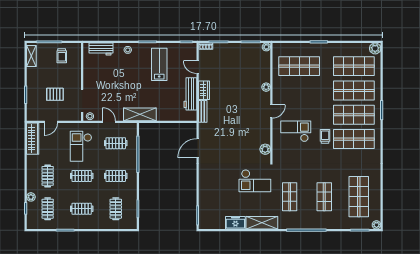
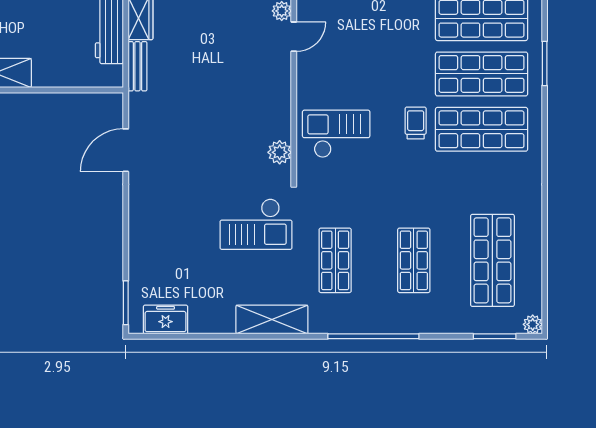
door: (271, 111) -> (294, 37), moved
checkout: (296, 131) -> (336, 134), moved
freezer: (235, 223) -> (166, 320), moved

